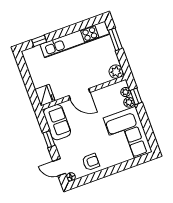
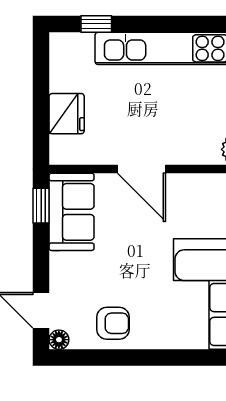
fridge: (45, 95) -> (67, 114), moved
window: (49, 139) -> (41, 206), moved

